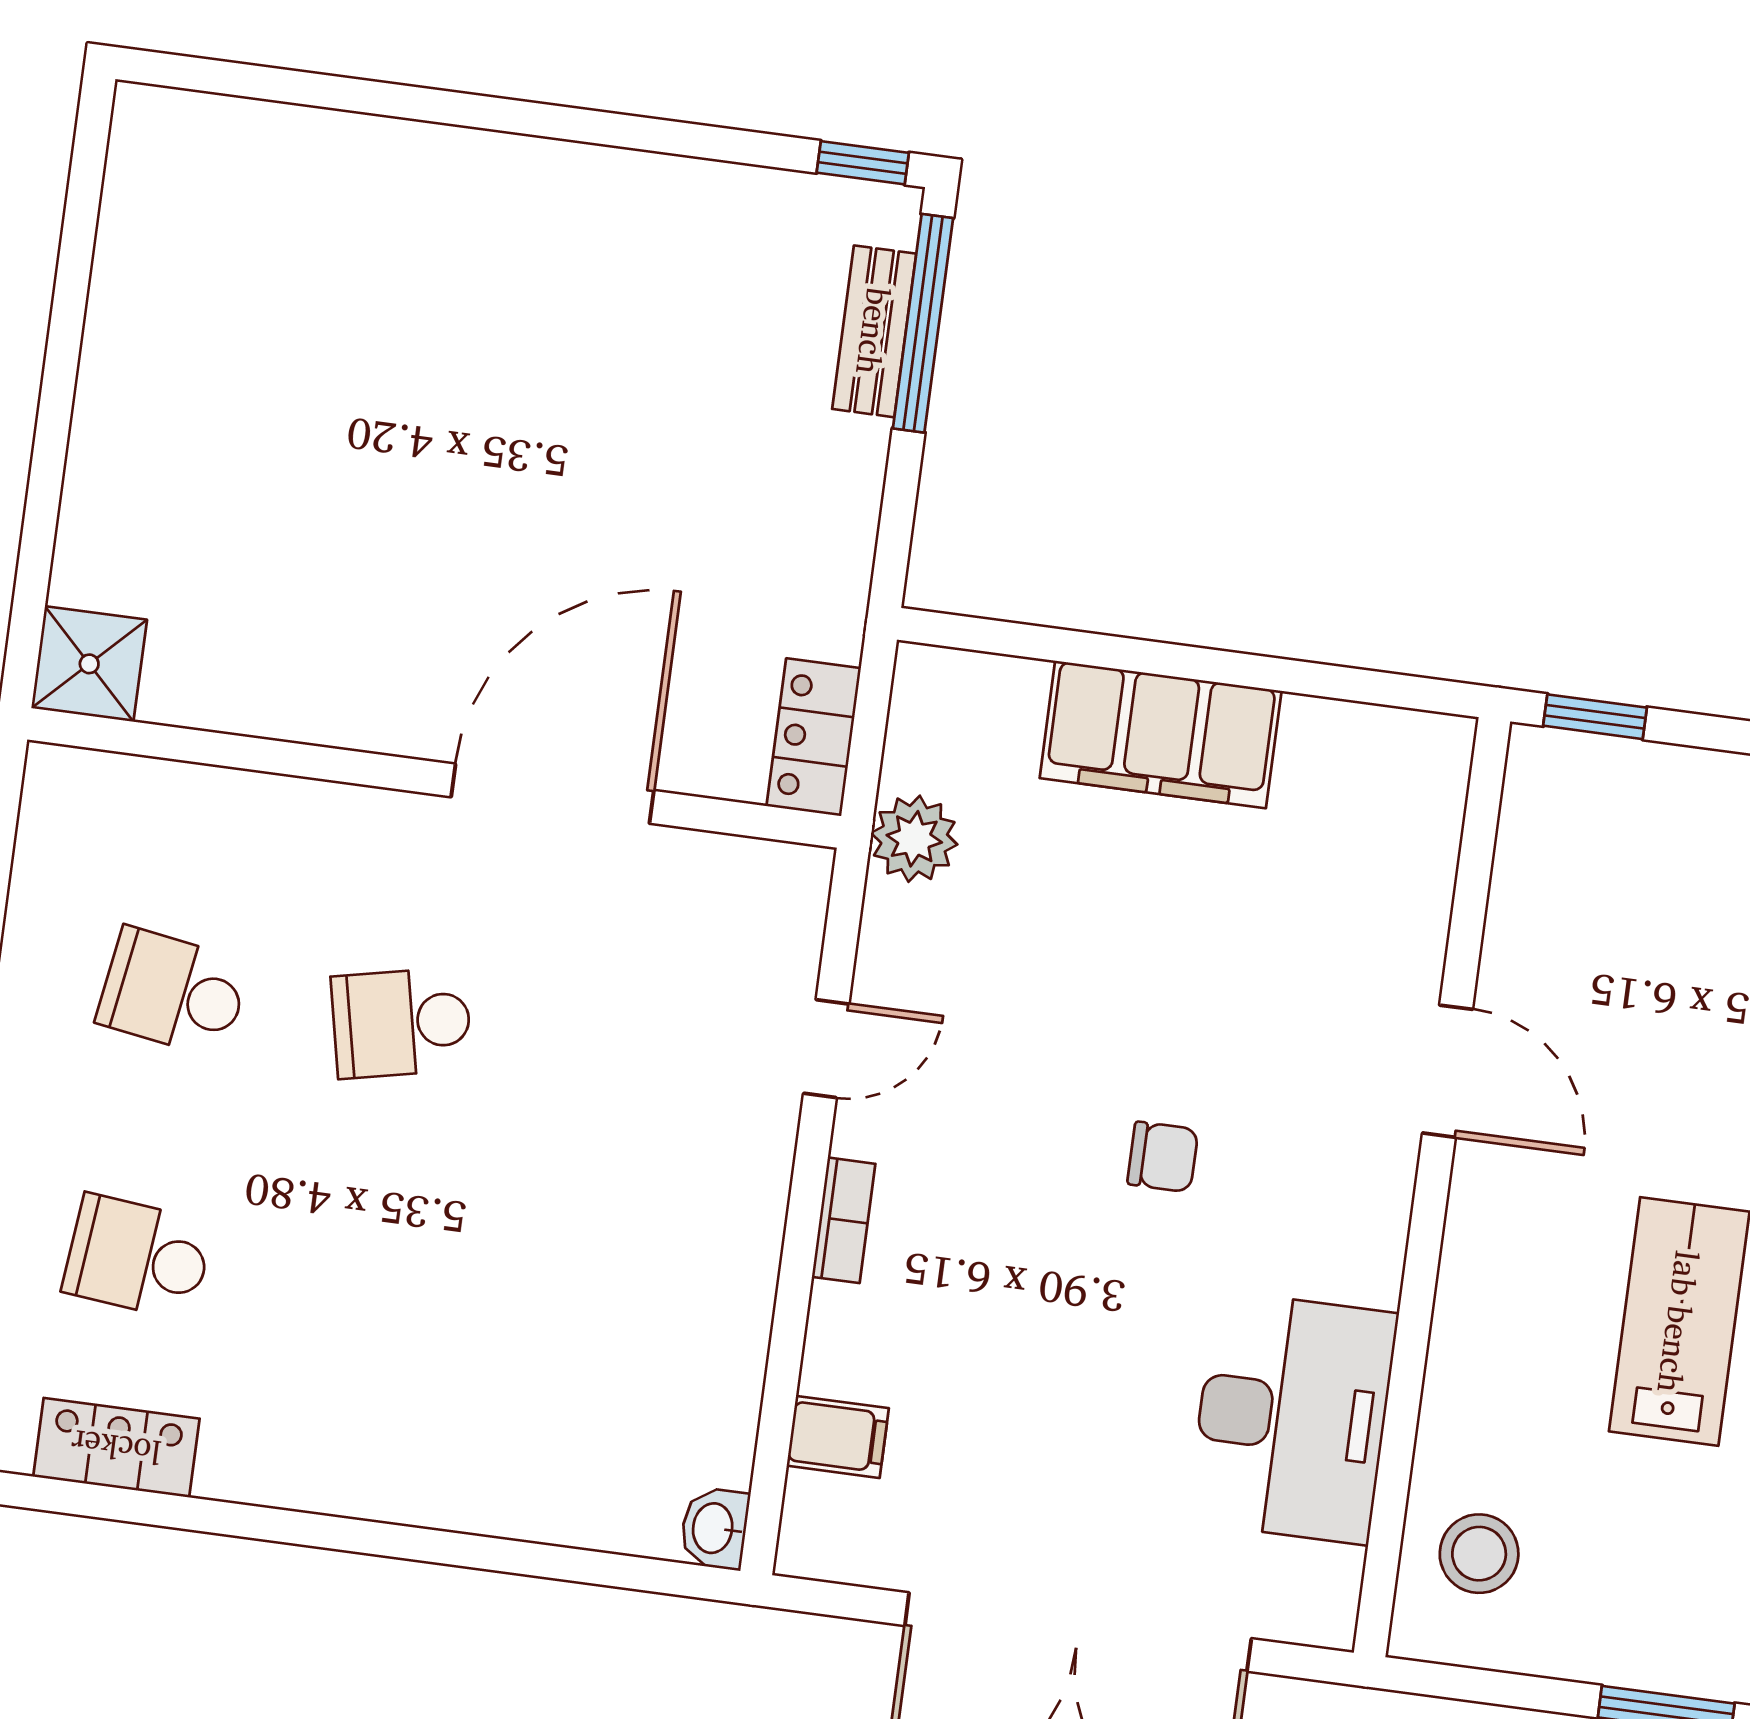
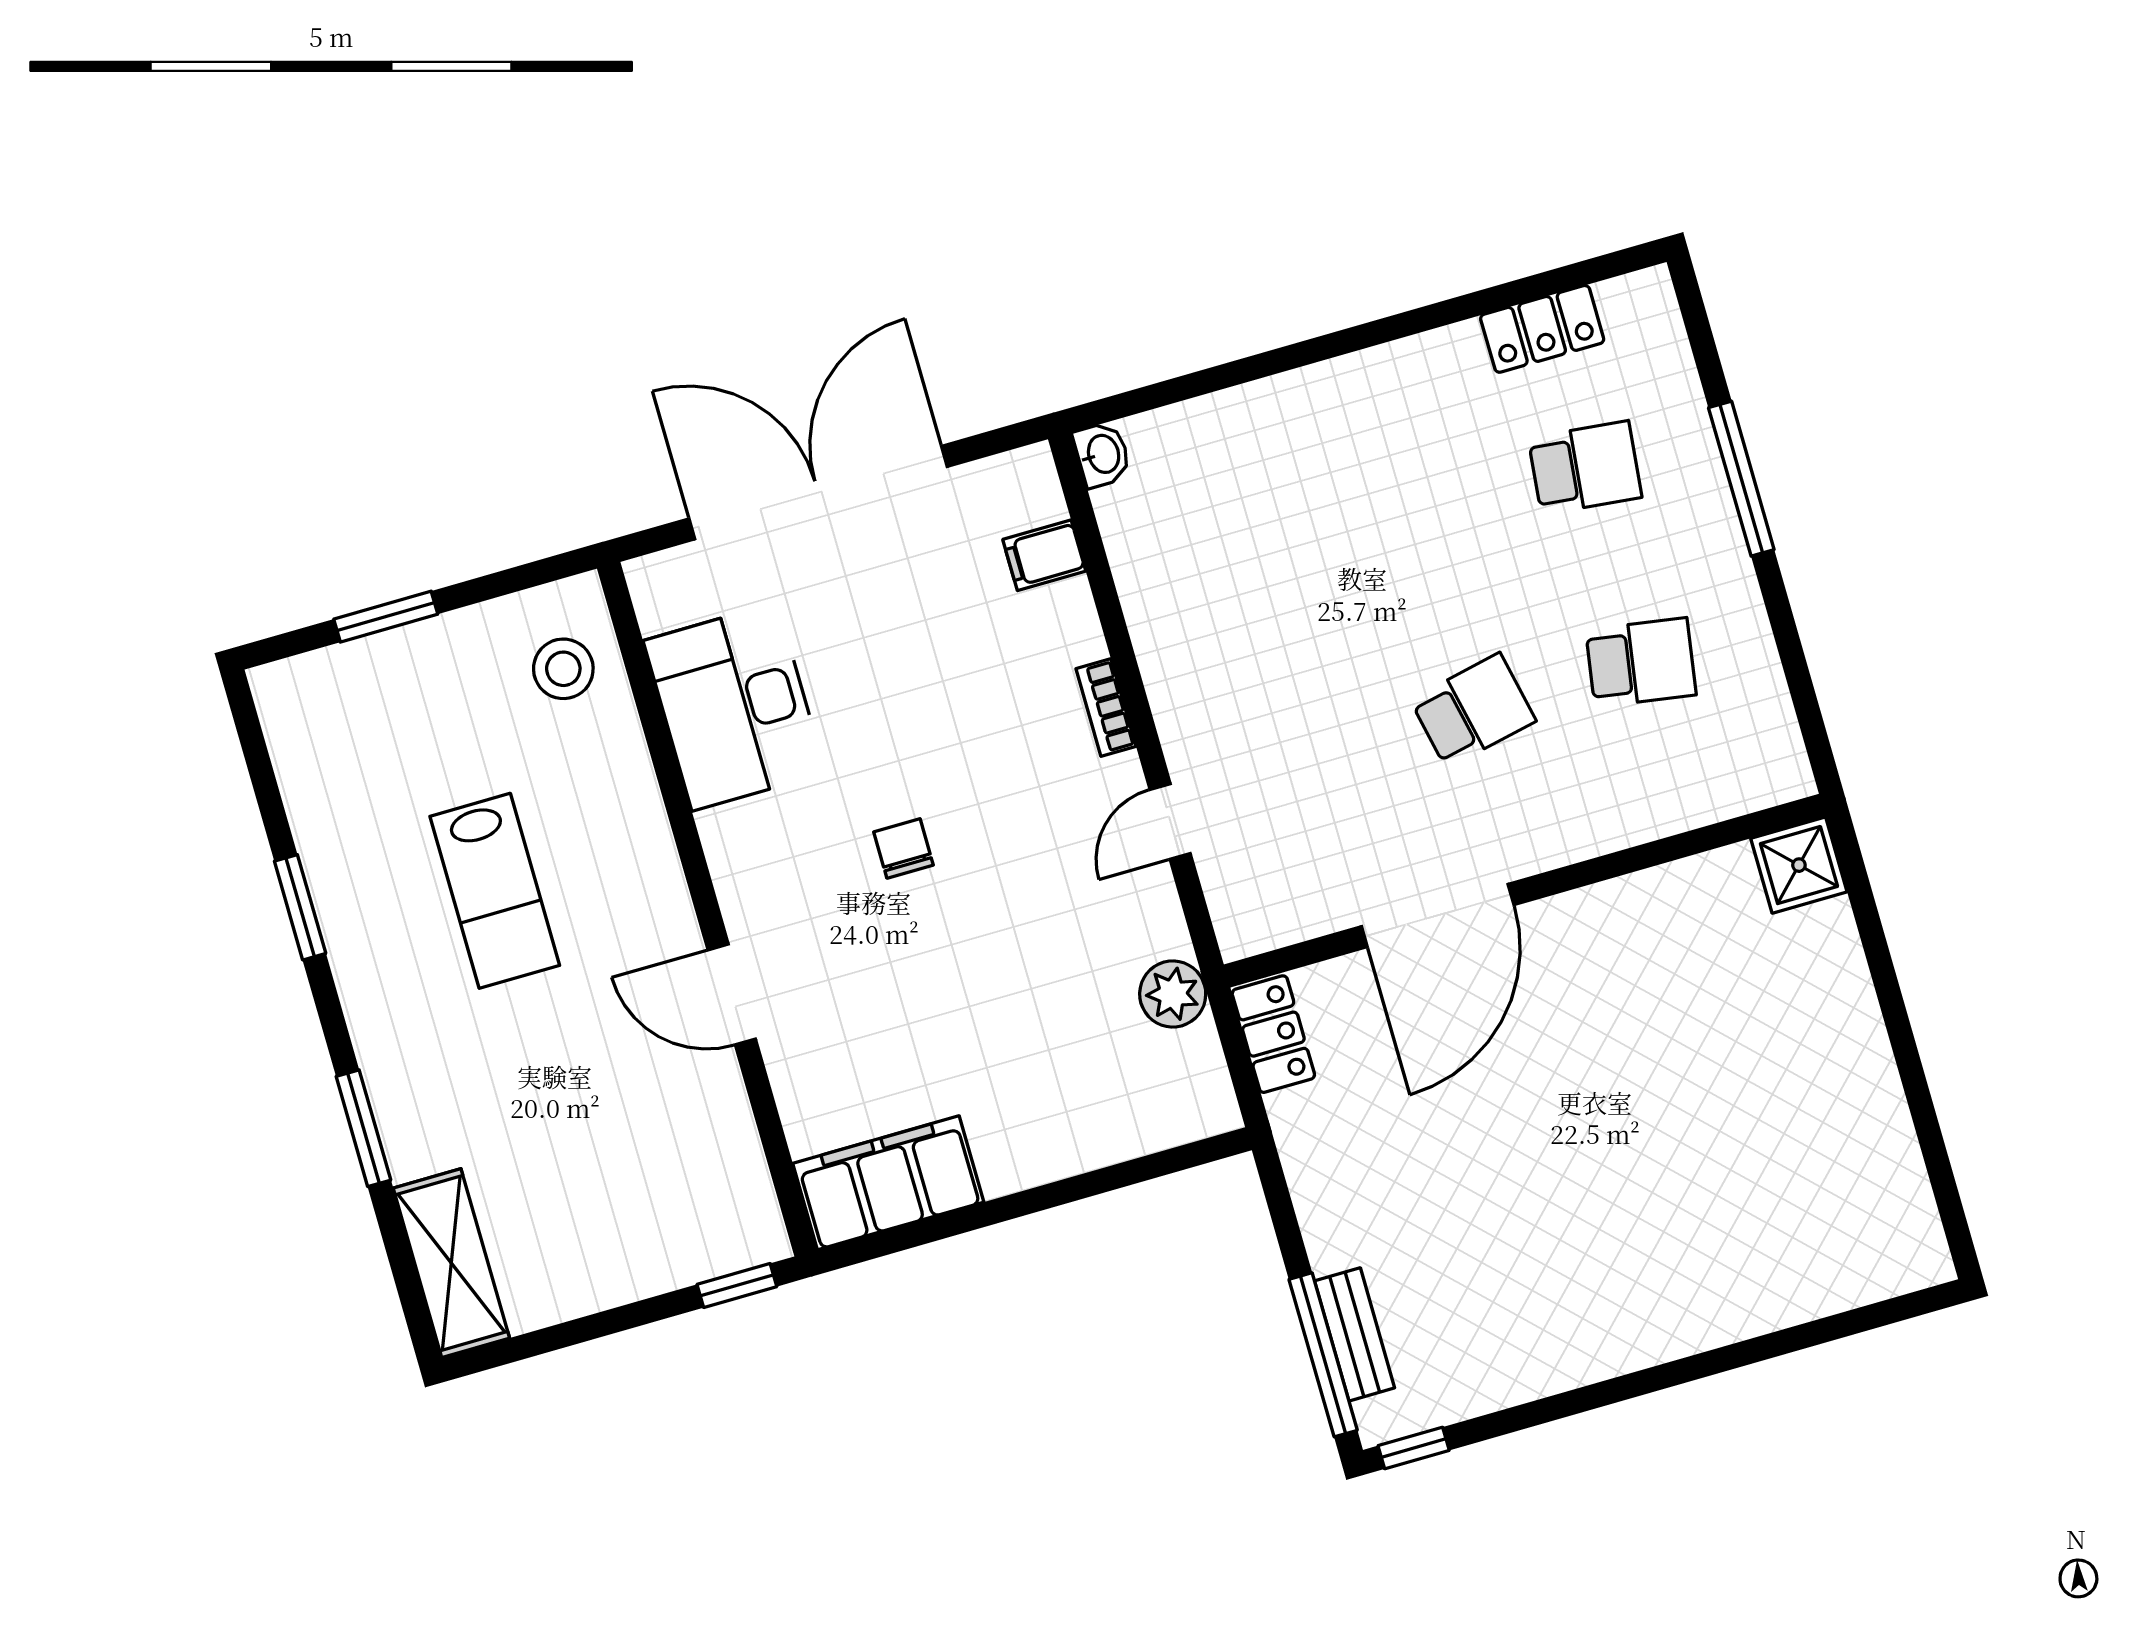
filing cabinet: (1161, 734) -> (888, 1183), moved
chair: (1163, 1157) -> (903, 848), turned 90

